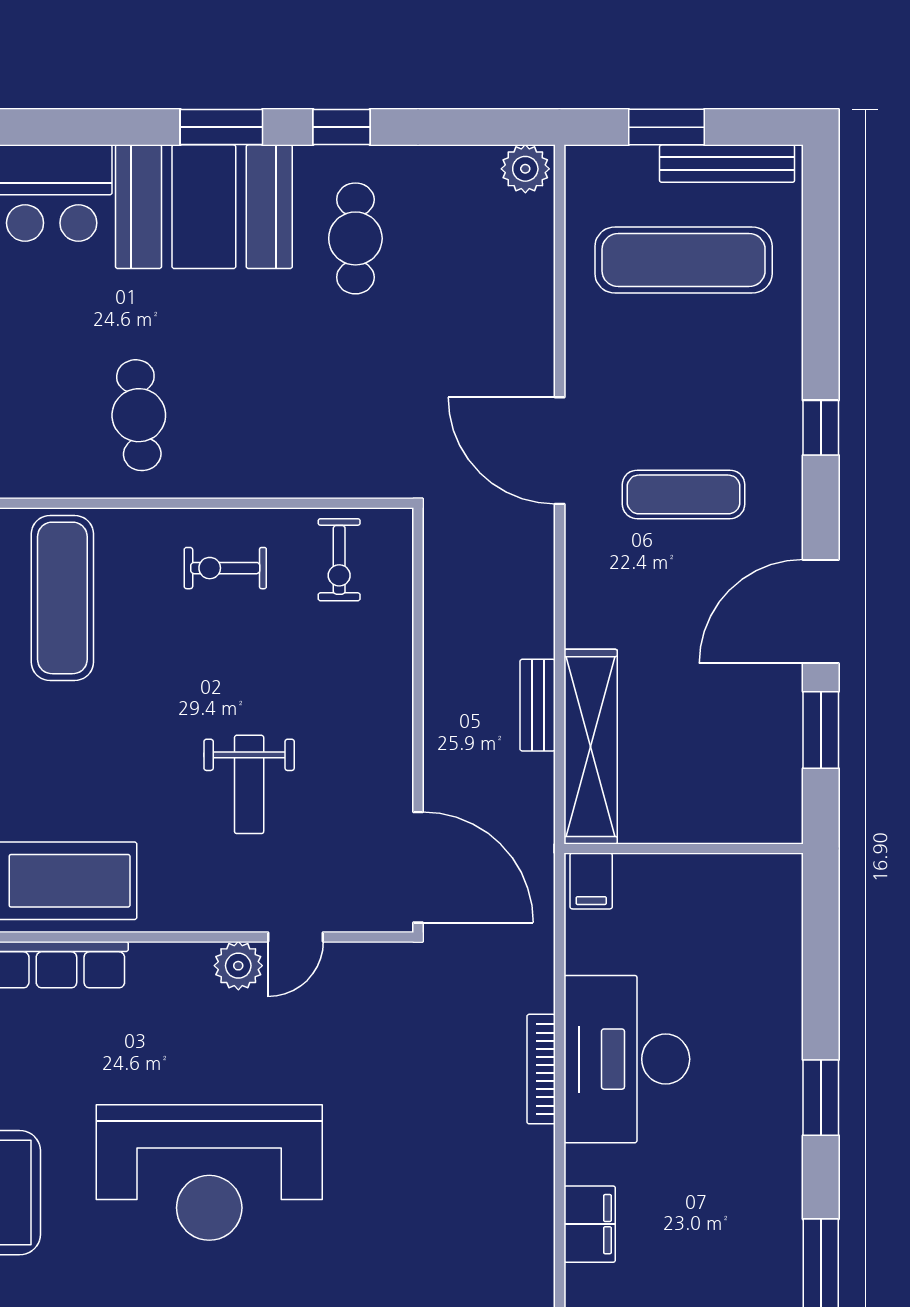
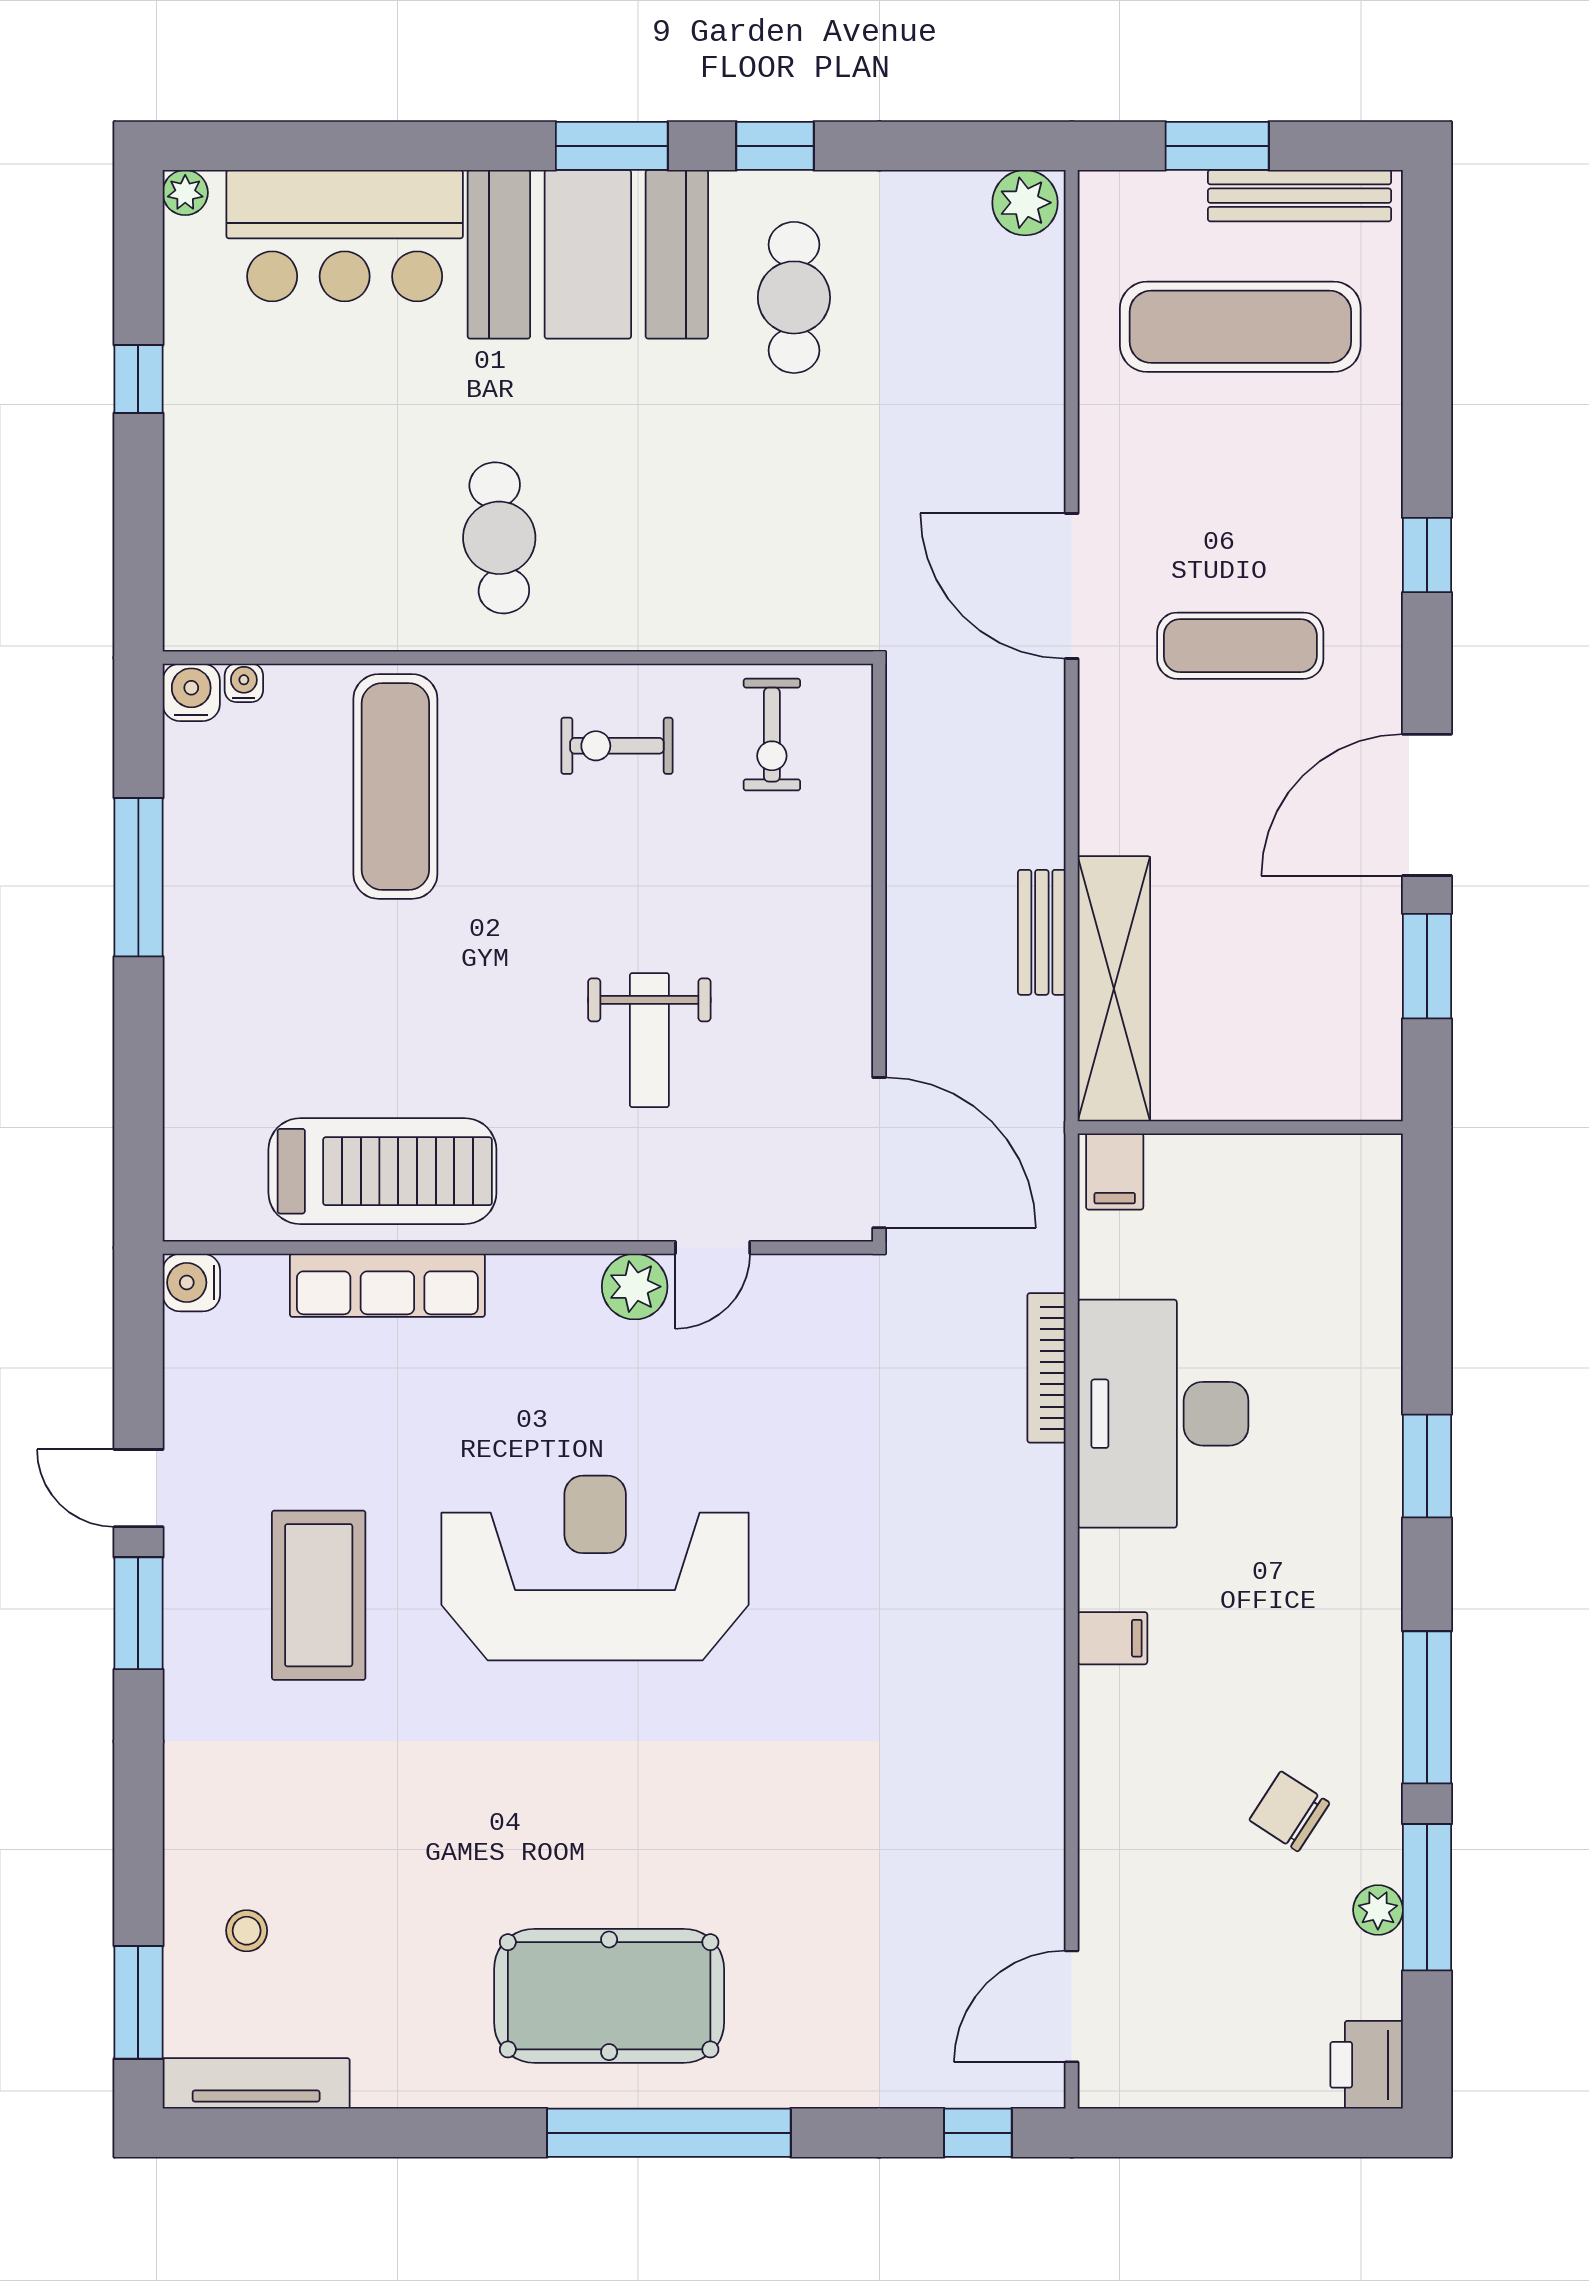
bookcase: (541, 1069) -> (1047, 1368), moved
reception desk: (209, 1173) -> (595, 1568), turned 180
filing cabinet: (590, 1224) -> (1113, 1638), width x0.50

